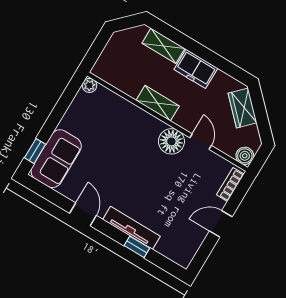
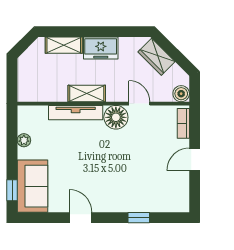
plant: (89, 85) -> (24, 140), moved
tv unit: (132, 228) -> (76, 113), moved, turned 180

